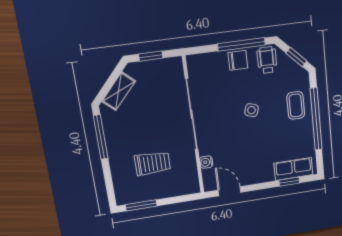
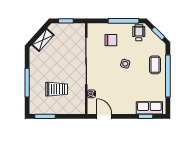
chair: (238, 60) -> (111, 40), moved
window: (101, 137) -> (27, 83), moved

